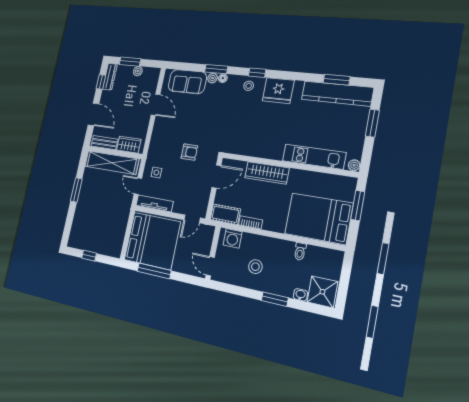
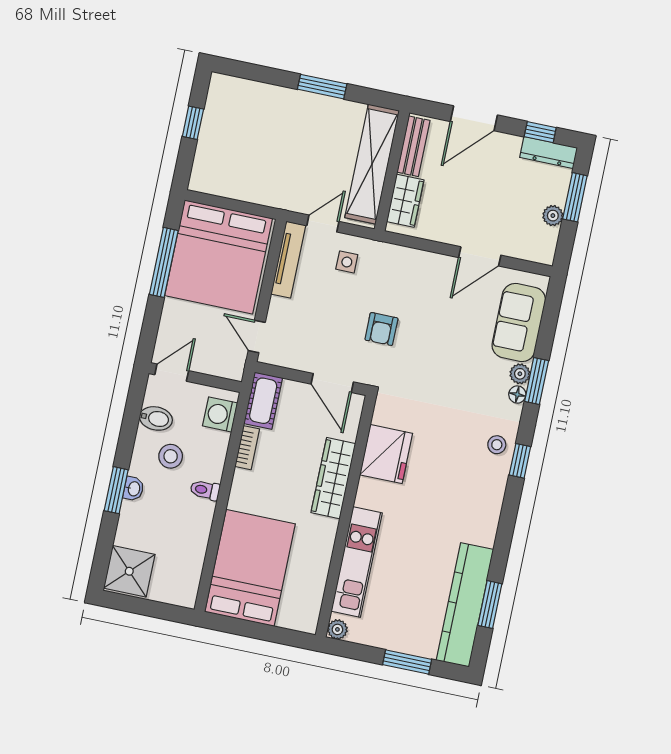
fridge: (278, 91) -> (386, 454), moved, turned 180
window: (358, 206) -> (270, 633), removed
toilet: (300, 251) -> (205, 490), moved
bidet: (235, 275) -> (156, 418), added
washbasin: (300, 295) -> (134, 489), moved

